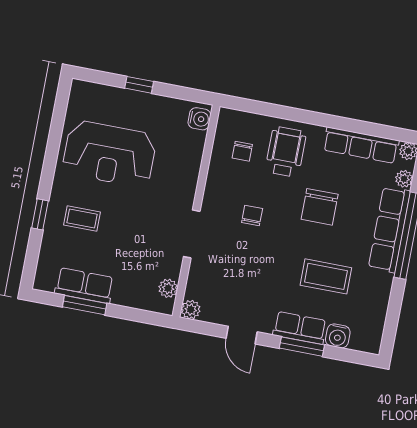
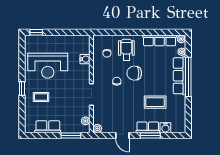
window: (139, 85) -> (36, 32), moved
water cooler: (199, 119) -> (85, 59), moved
chair: (320, 207) -> (134, 73), moved, turned 90
window: (40, 214) -> (22, 88), moved
window: (85, 305) -> (71, 136), moved

